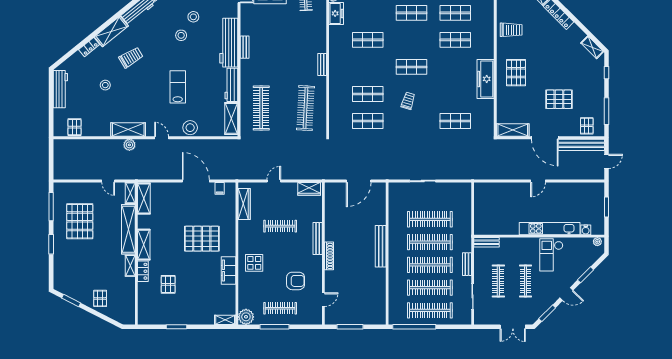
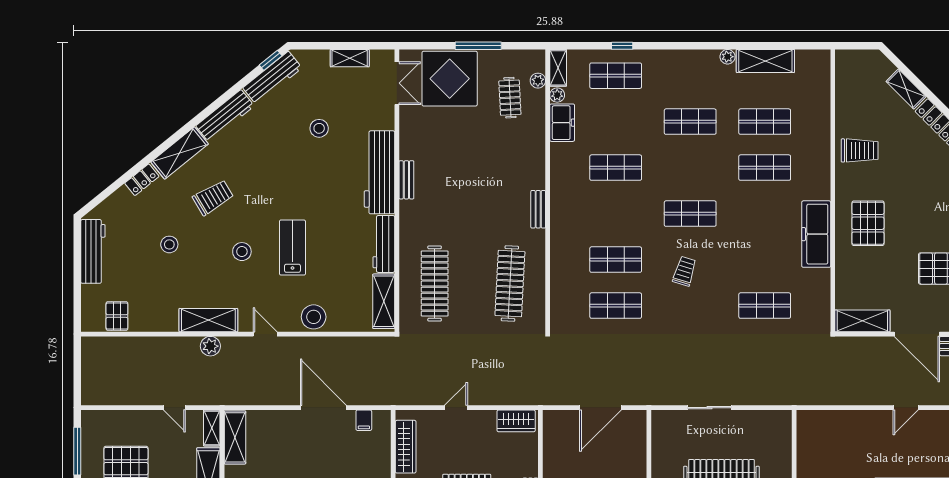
stool: (181, 35) -> (242, 252), moved

